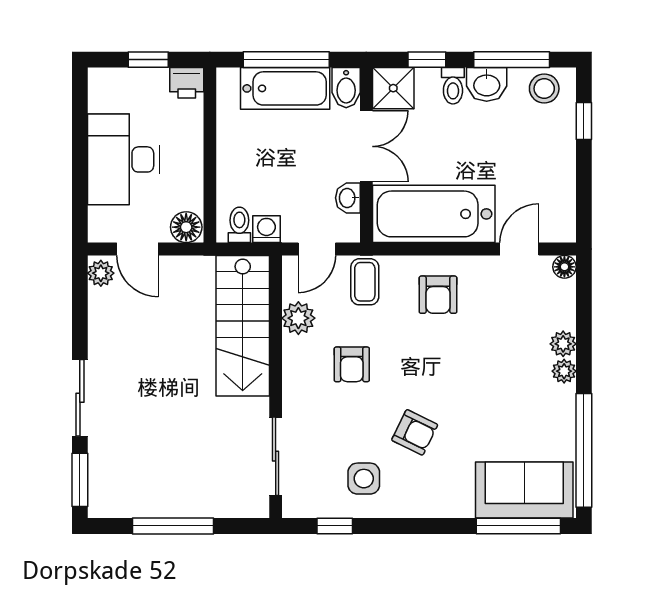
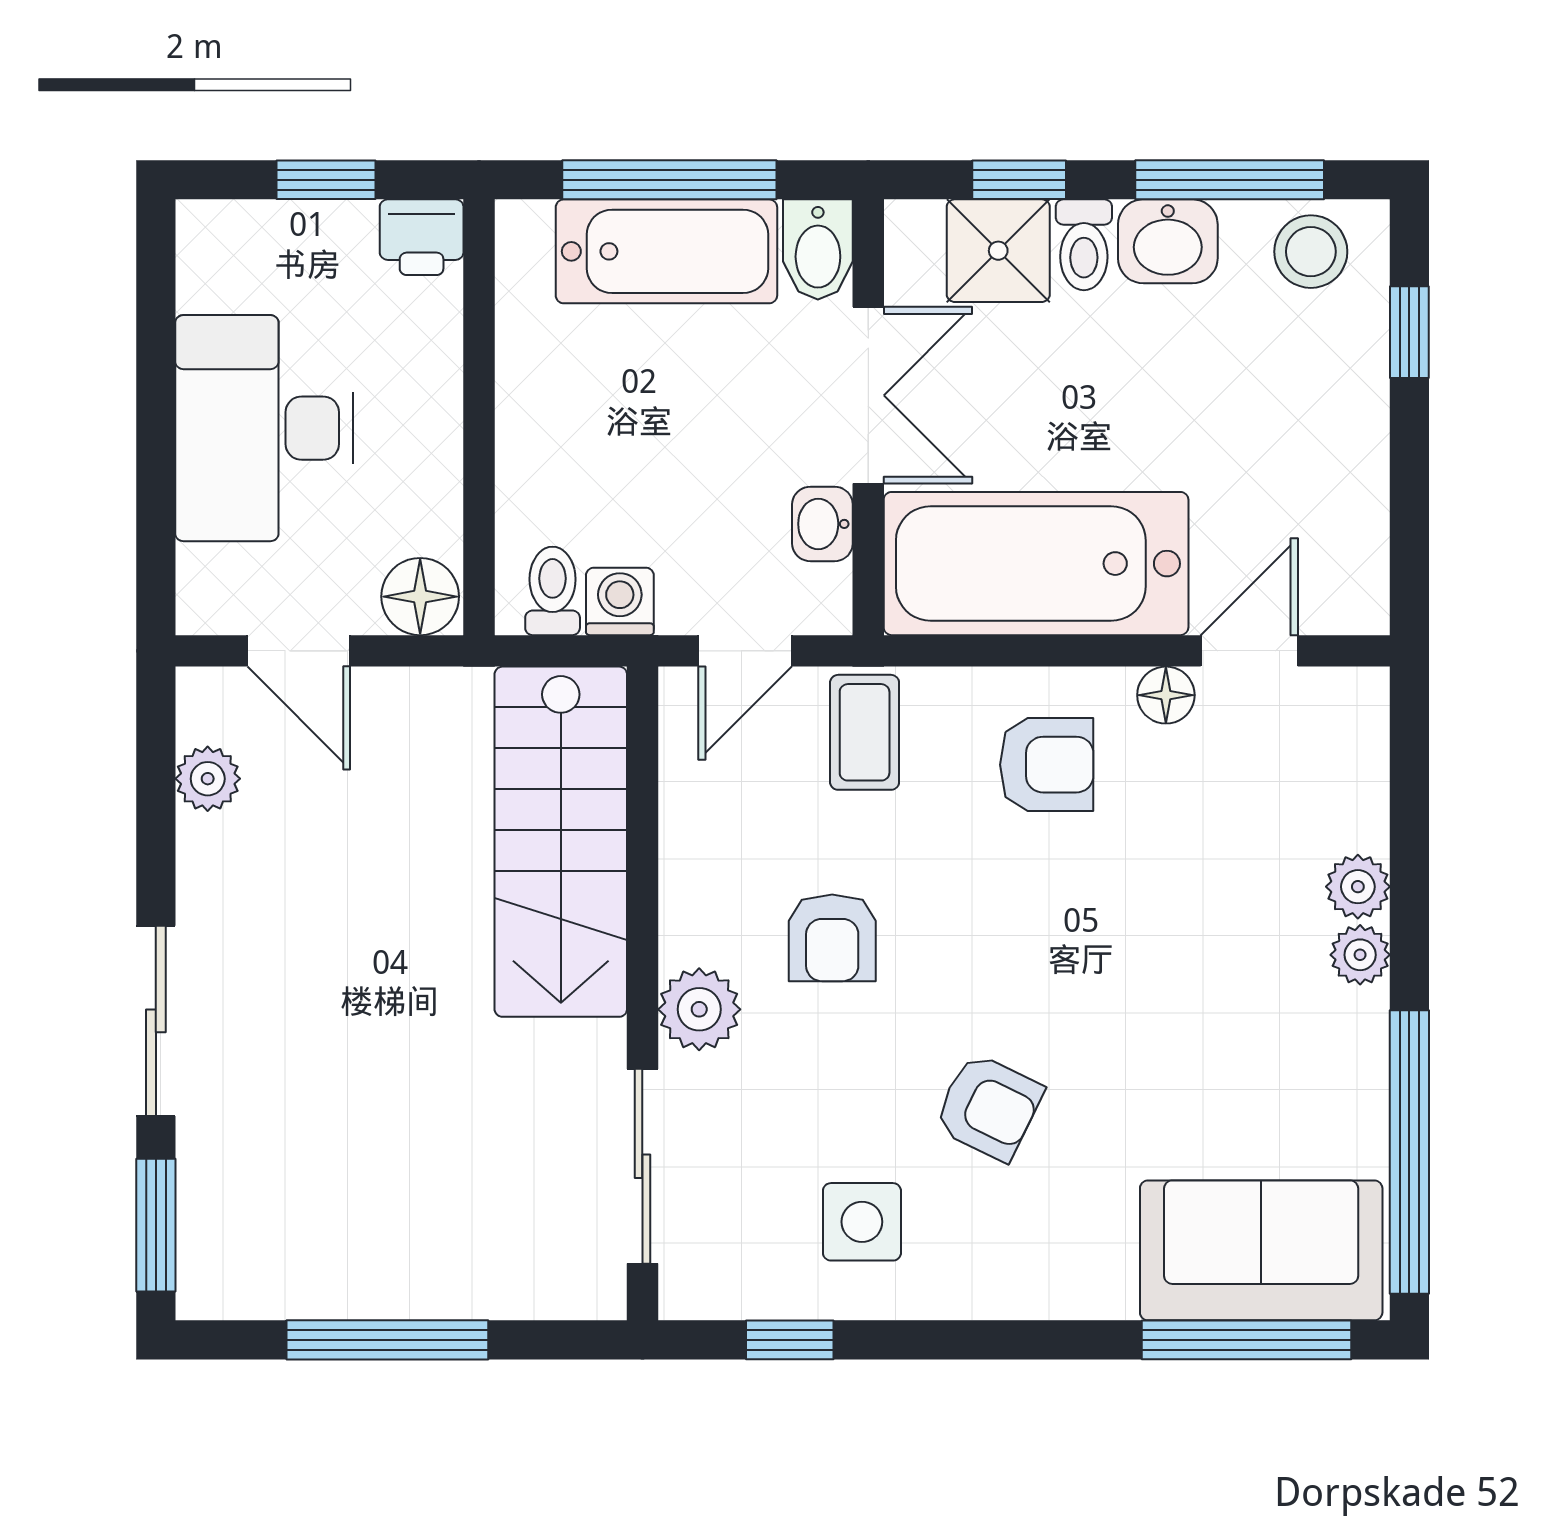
shower: (393, 88) -> (998, 251), moved
floor lamp: (564, 267) -> (1166, 695), moved
plant: (101, 273) -> (208, 779), moved
armchair: (438, 295) -> (1047, 765), turned -90
plant: (298, 318) -> (699, 1009), moved

